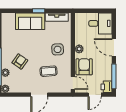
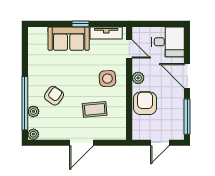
door: (73, 83) -> (129, 49), moved
printer: (107, 87) -> (177, 132), removed

